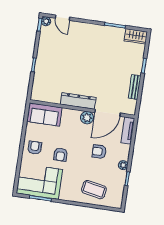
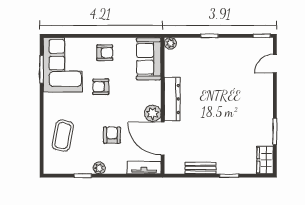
plant: (46, 21) -> (170, 43), moved

